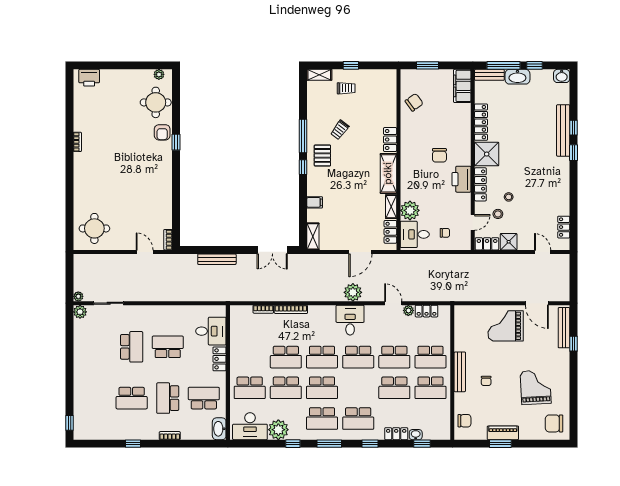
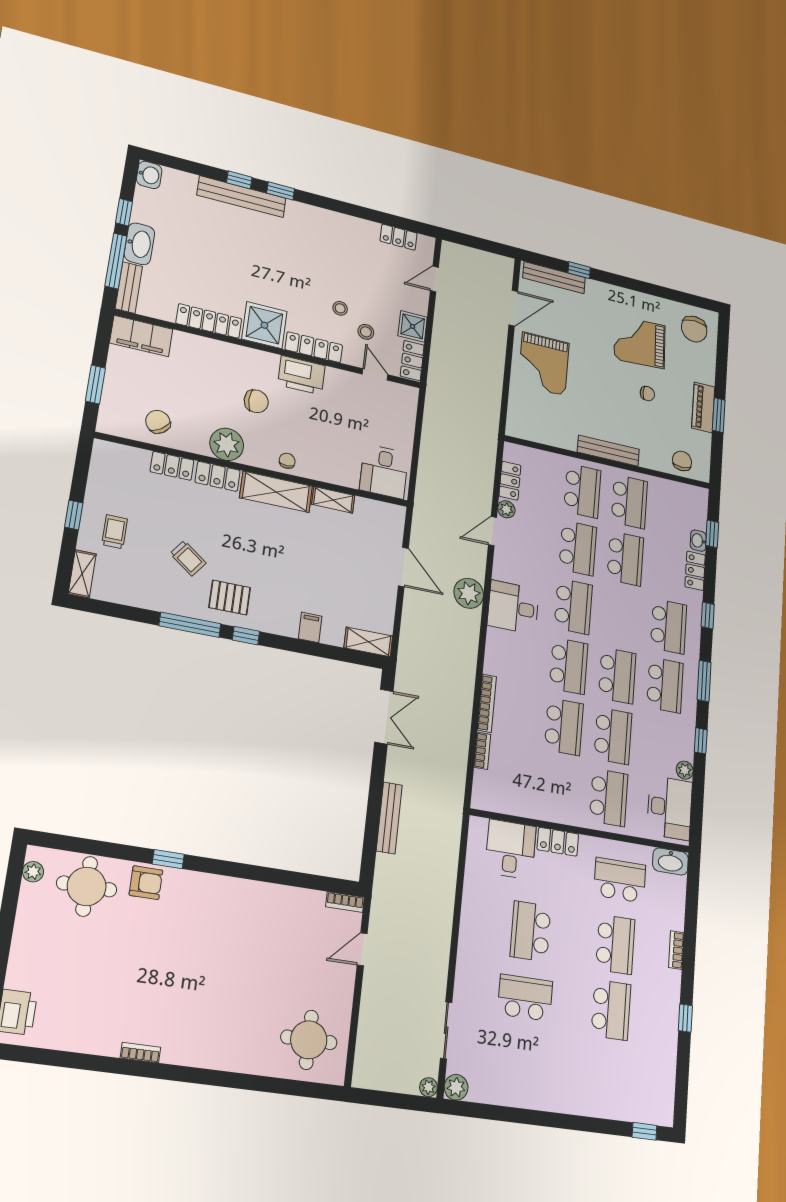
plant: (410, 210) -> (227, 444), moved
locker: (390, 232) -> (172, 466), moved
chair: (445, 233) -> (287, 461), moved
chair: (486, 381) -> (647, 394), moved
school desk: (168, 398) -> (615, 944), turned -90
school desk: (204, 398) -> (620, 880), turned 90
plant: (278, 430) -> (685, 770), width x0.53, depth x0.53

